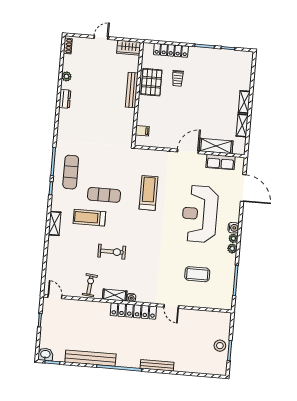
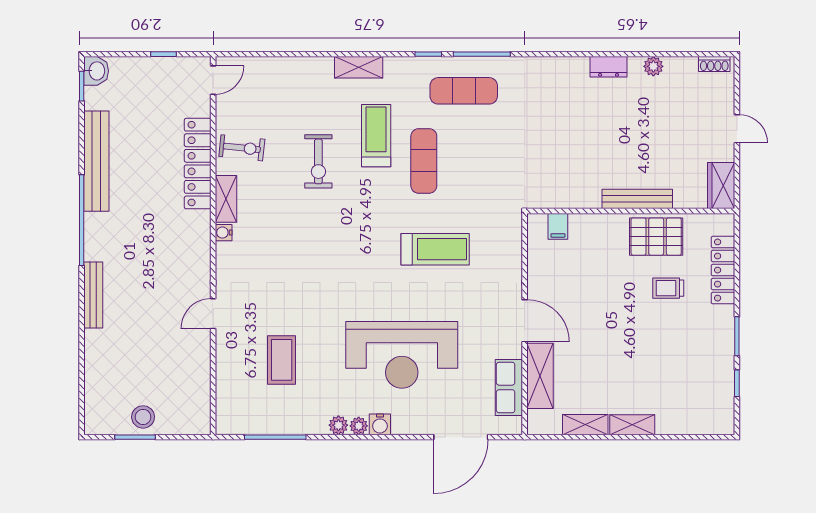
reception desk: (200, 214) -> (402, 355), turned 180
exercise bike: (112, 252) -> (318, 161), moved
locker: (133, 311) -> (198, 164), moved

